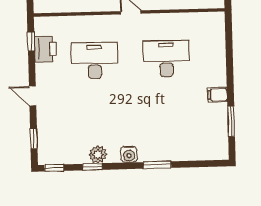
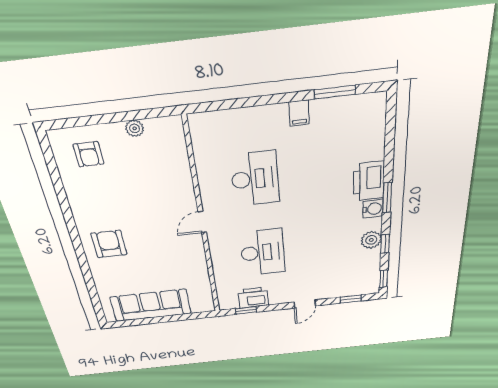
desk: (166, 59) -> (255, 179), turned 180
desk: (95, 61) -> (263, 252), turned 180
printer: (155, 150) -> (369, 181), added
window: (157, 165) -> (387, 198), moved

